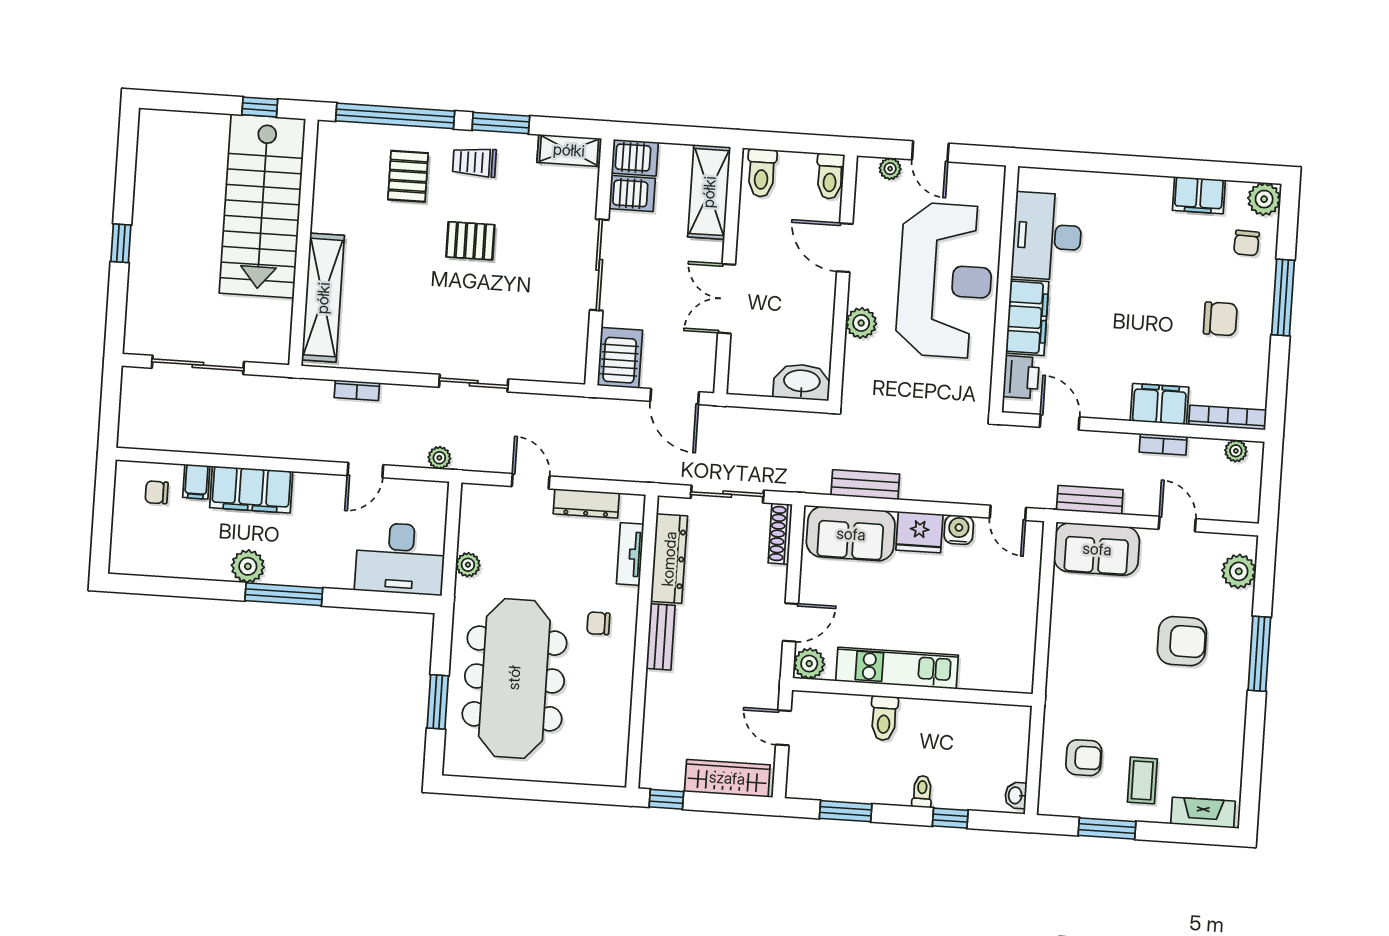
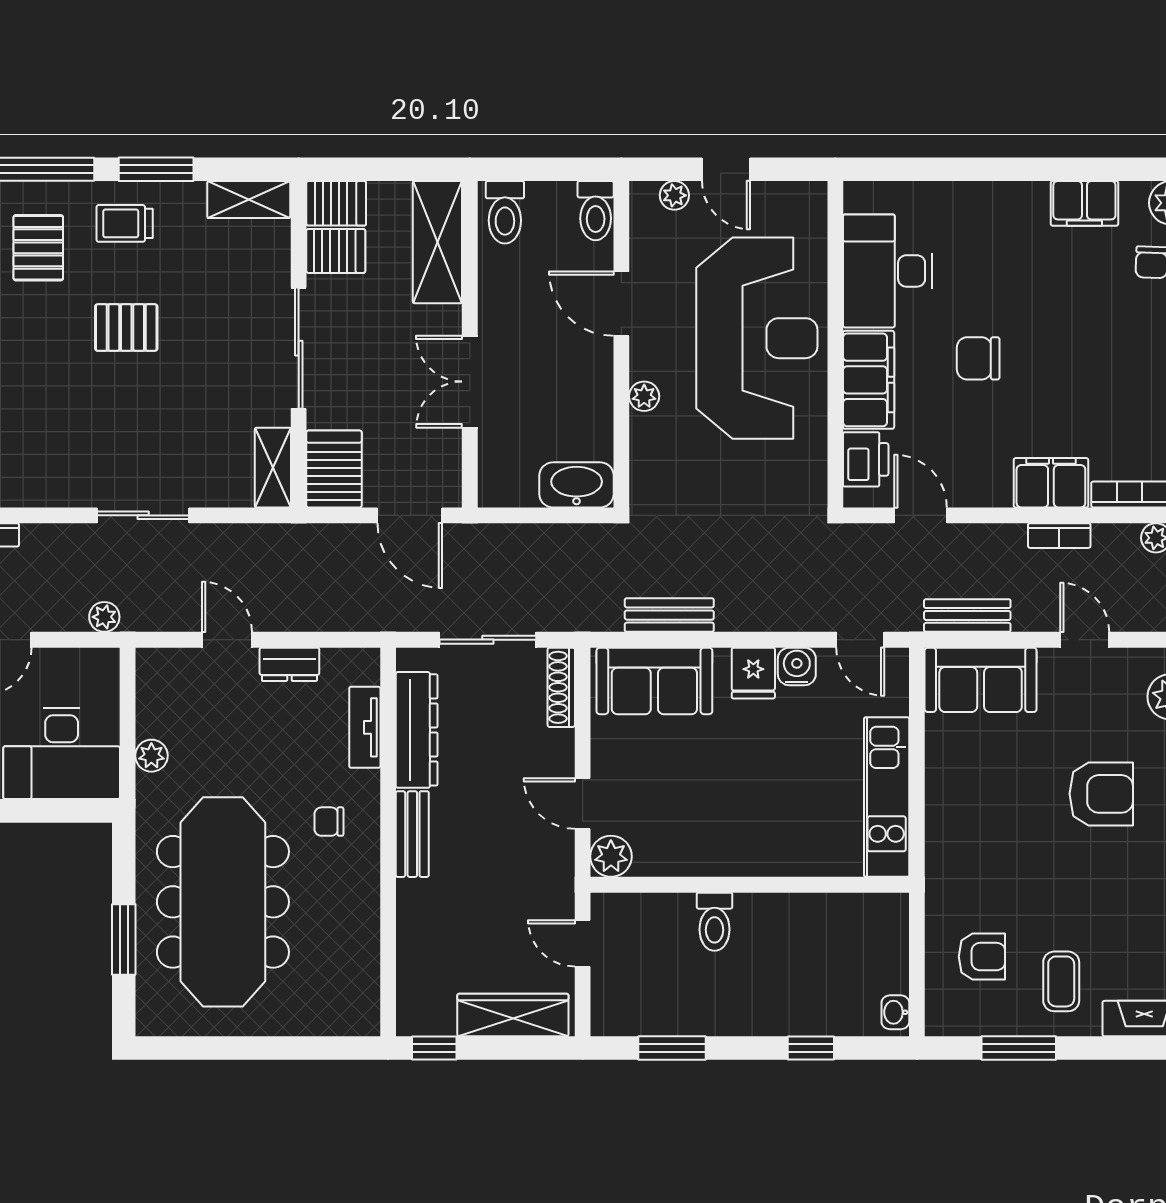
chair: (1220, 319) -> (978, 358), moved, turned 180
plant: (861, 323) -> (644, 396), width x0.73, depth x0.73
shelving: (574, 354) -> (273, 468), added
dresser: (586, 503) -> (289, 664), width x0.70
fridge: (919, 532) -> (753, 673), width x0.72
door: (790, 622) -> (583, 803), swing flipped
kitchen unit: (897, 668) -> (887, 797), moved, turned -90
toilet: (922, 792) -> (771, 1015), removed

